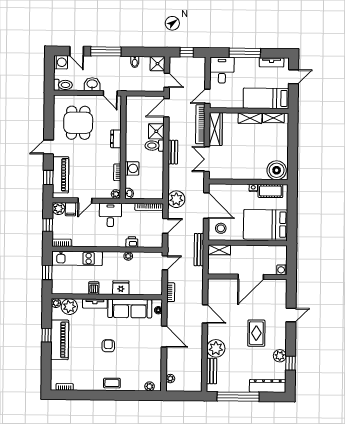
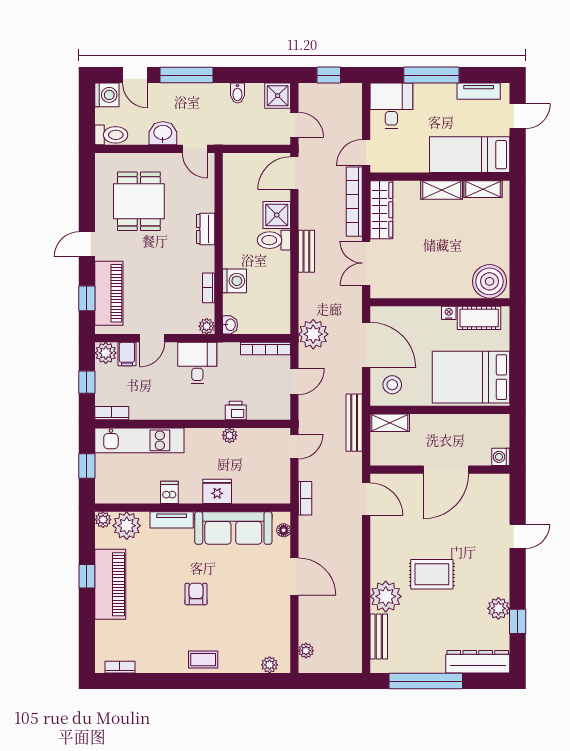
door: (205, 314) -> (366, 499), moved
rug: (256, 333) -> (432, 574), moved, turned 90

